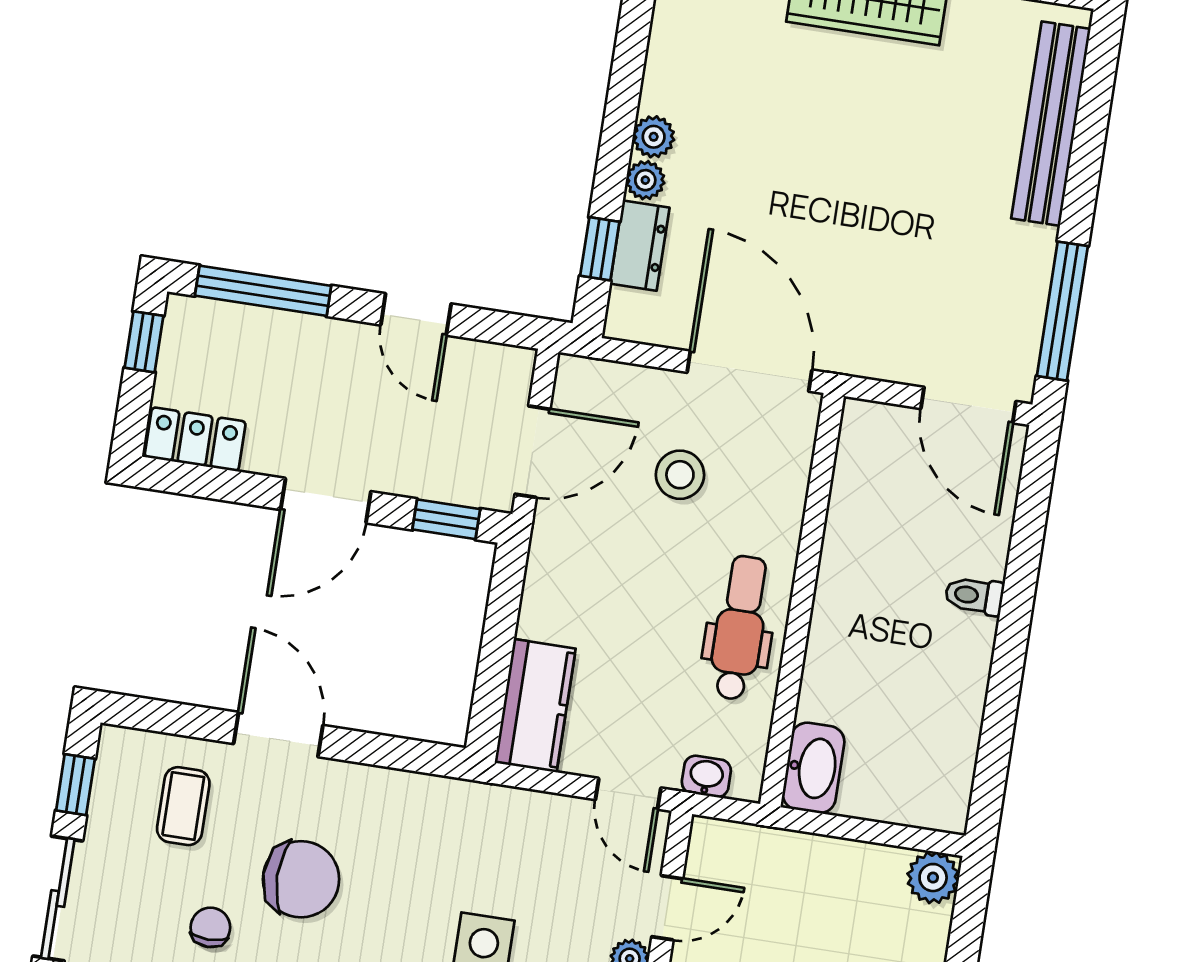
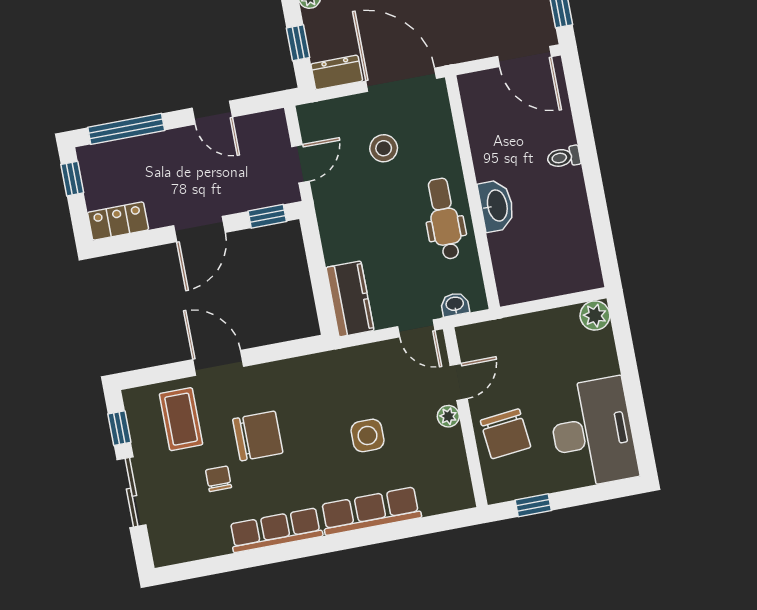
dresser: (640, 246) -> (337, 72), moved, turned -90
door: (532, 452) -> (300, 164), width x0.73
washbasin: (813, 768) -> (496, 206), moved
coffee table: (183, 806) -> (181, 419), width x1.36, depth x1.30

